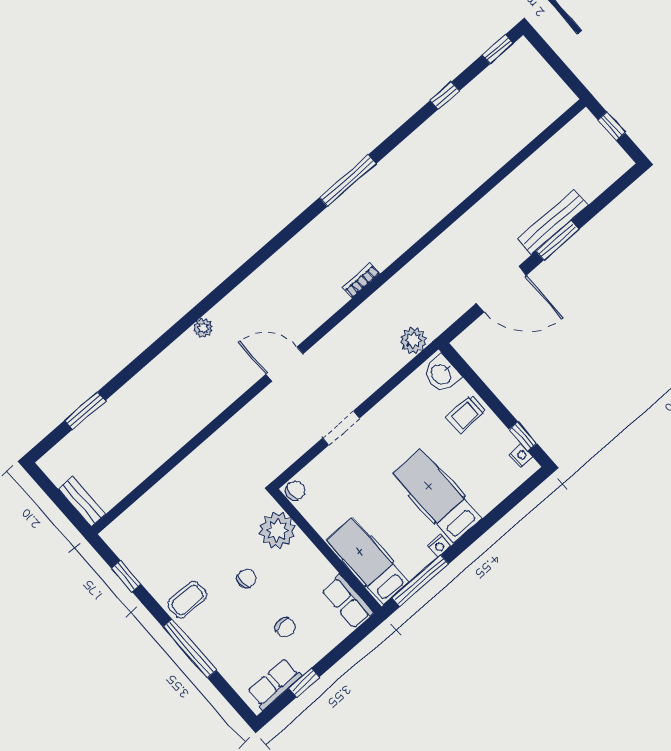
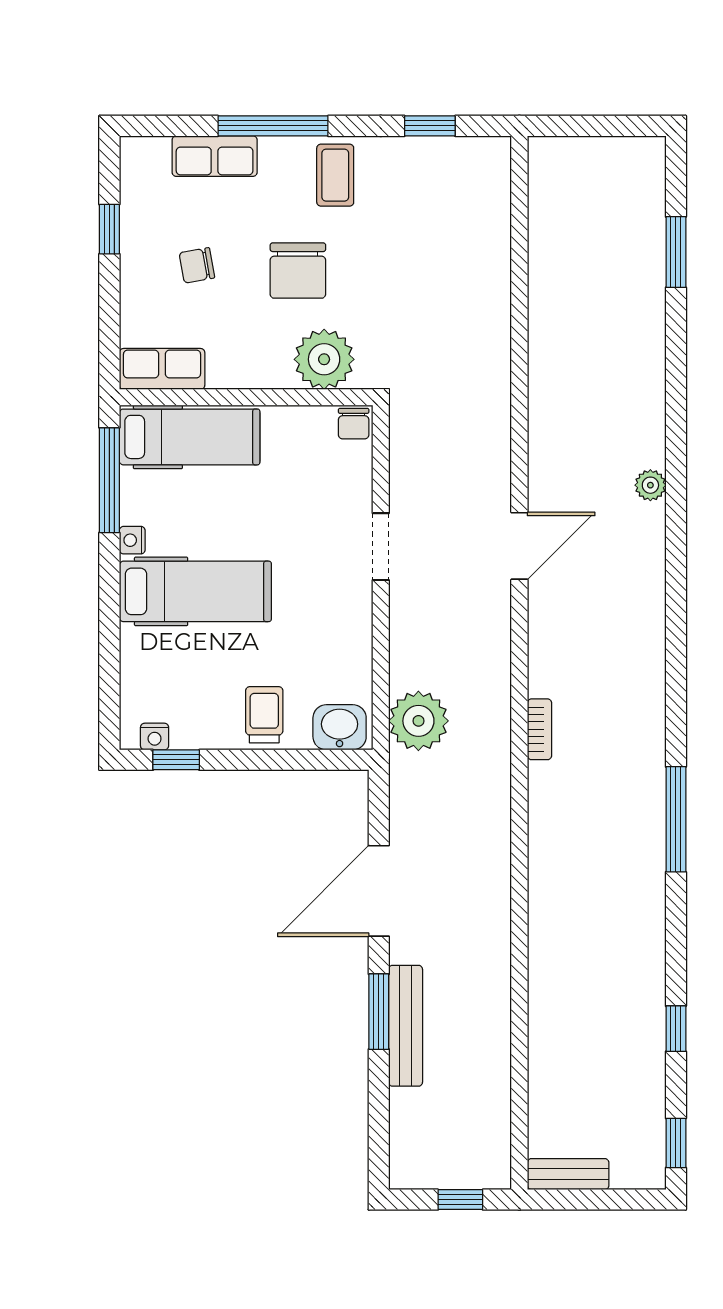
plant: (413, 340) -> (418, 721), width x1.36, depth x1.36
bench: (82, 502) -> (568, 1174), moved
chair: (247, 578) -> (298, 270), width x1.87, depth x1.87
row of seats: (274, 684) -> (215, 156), moved, turned 90

